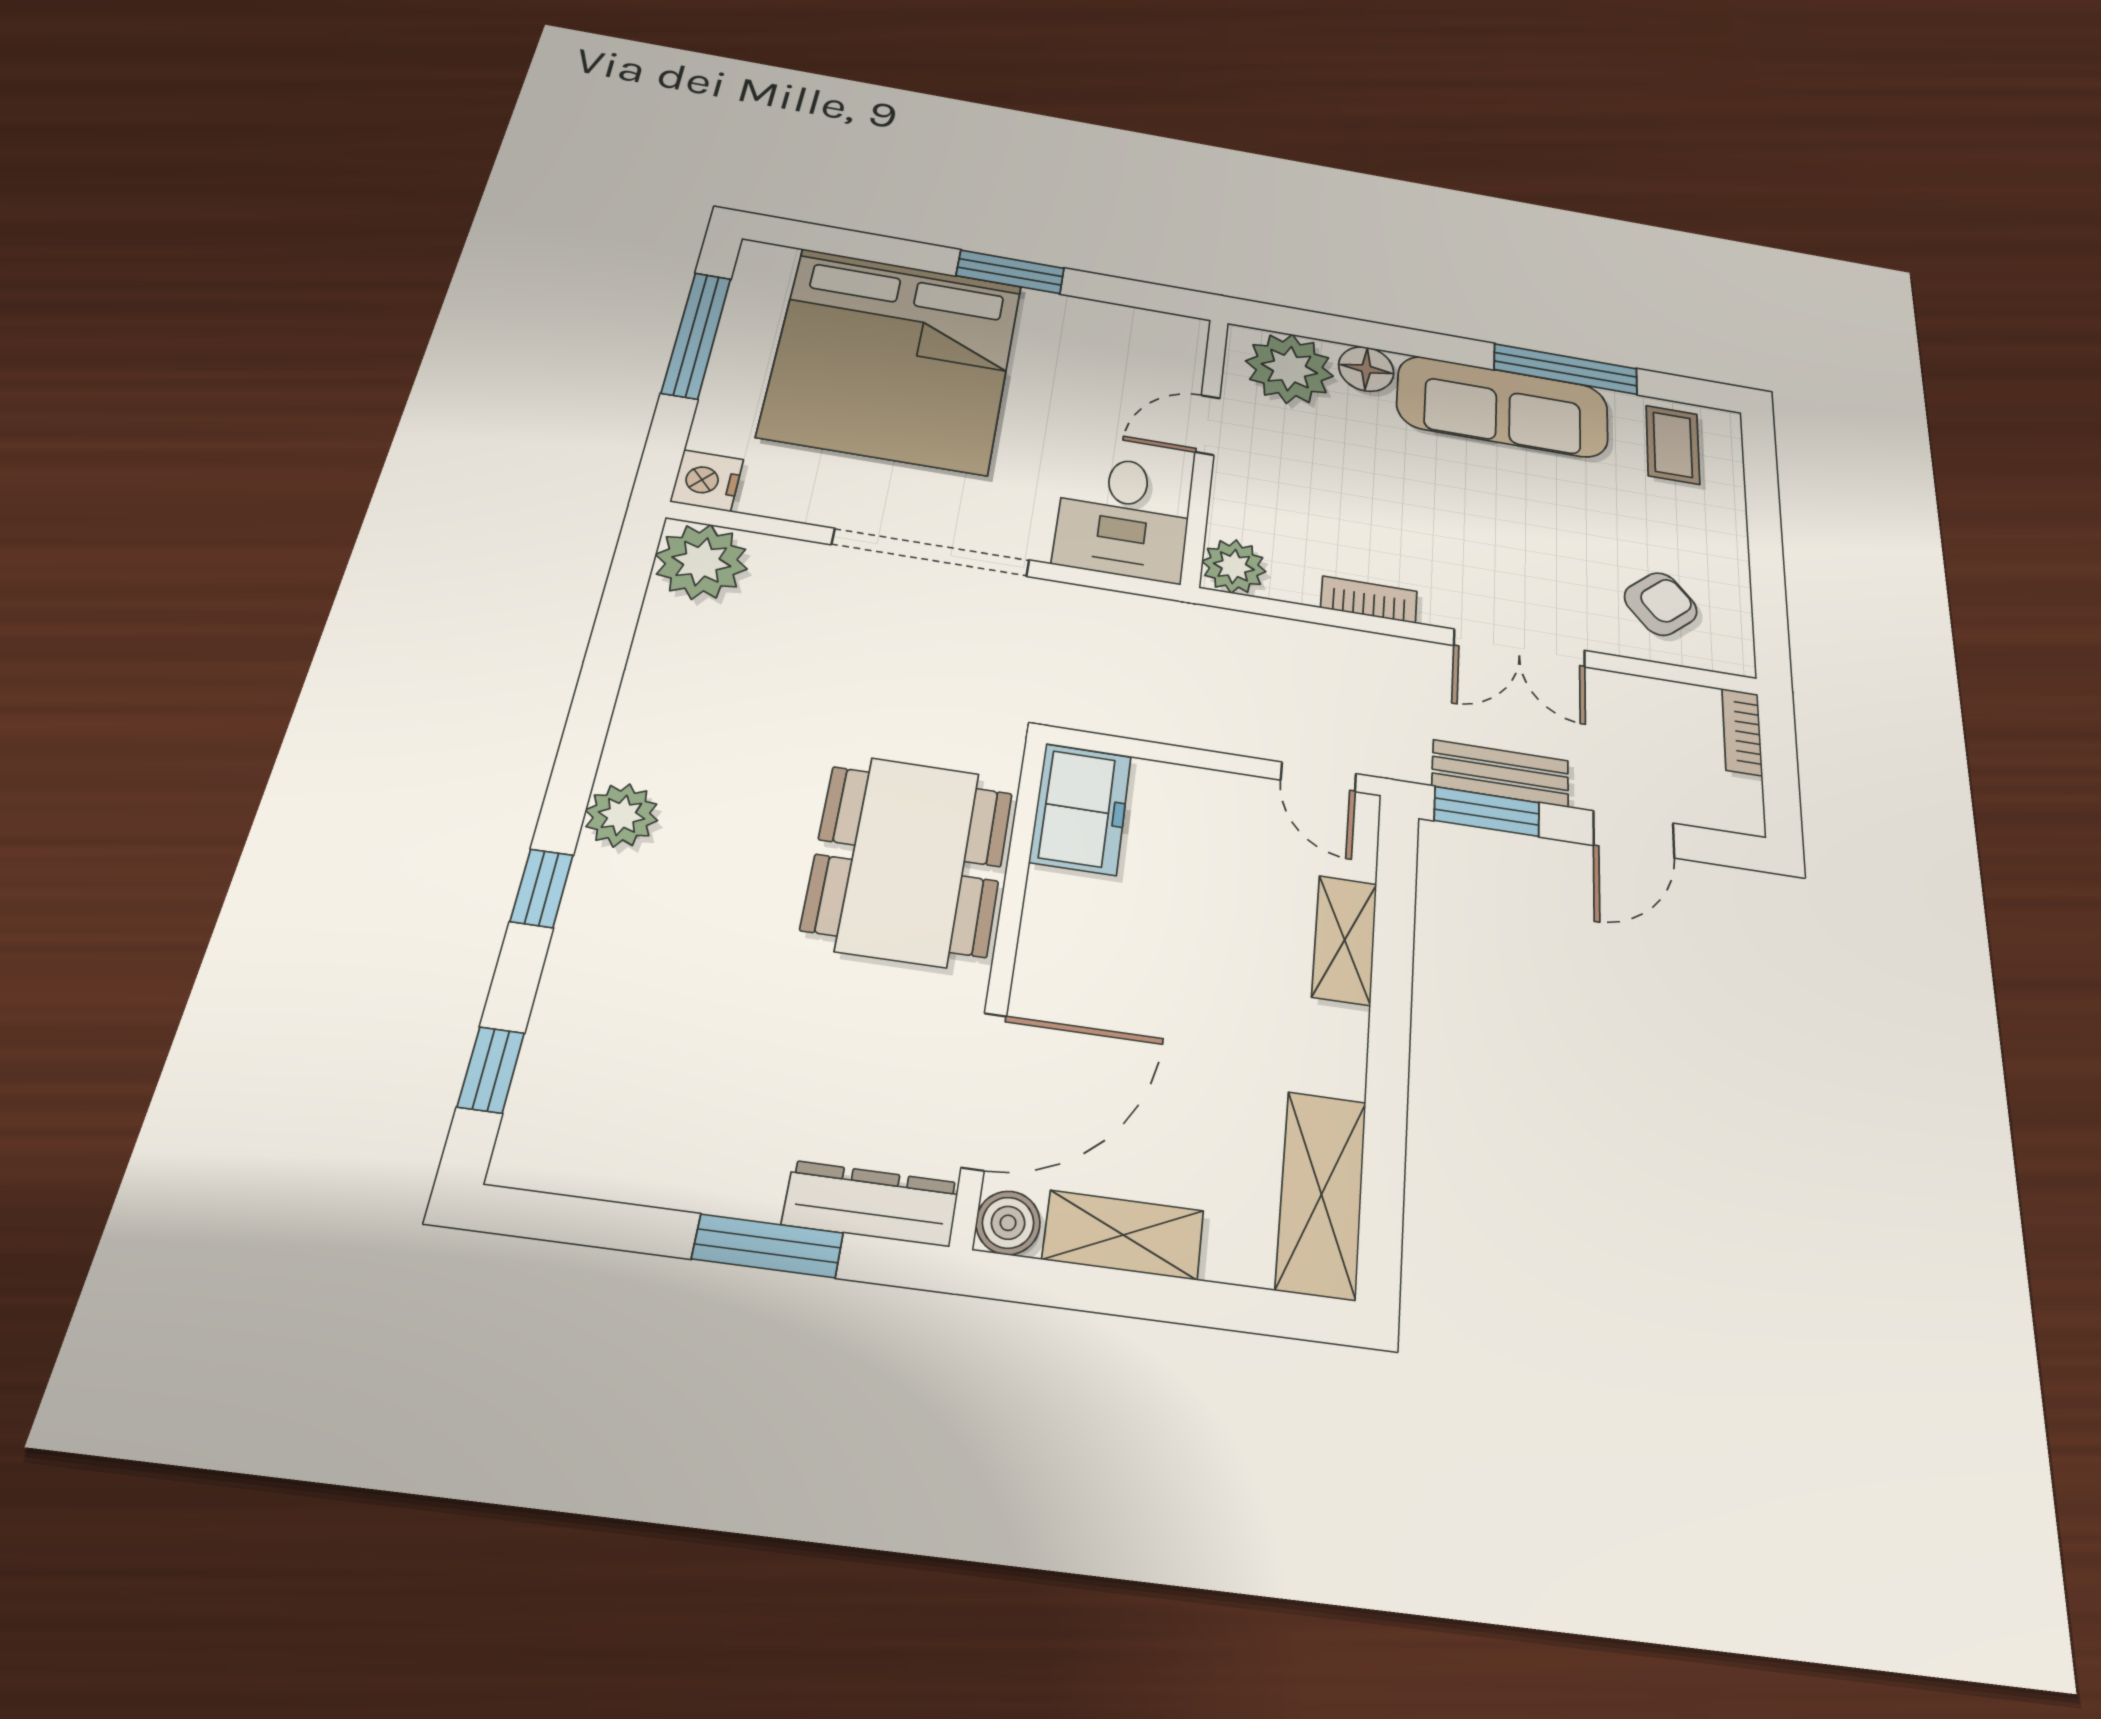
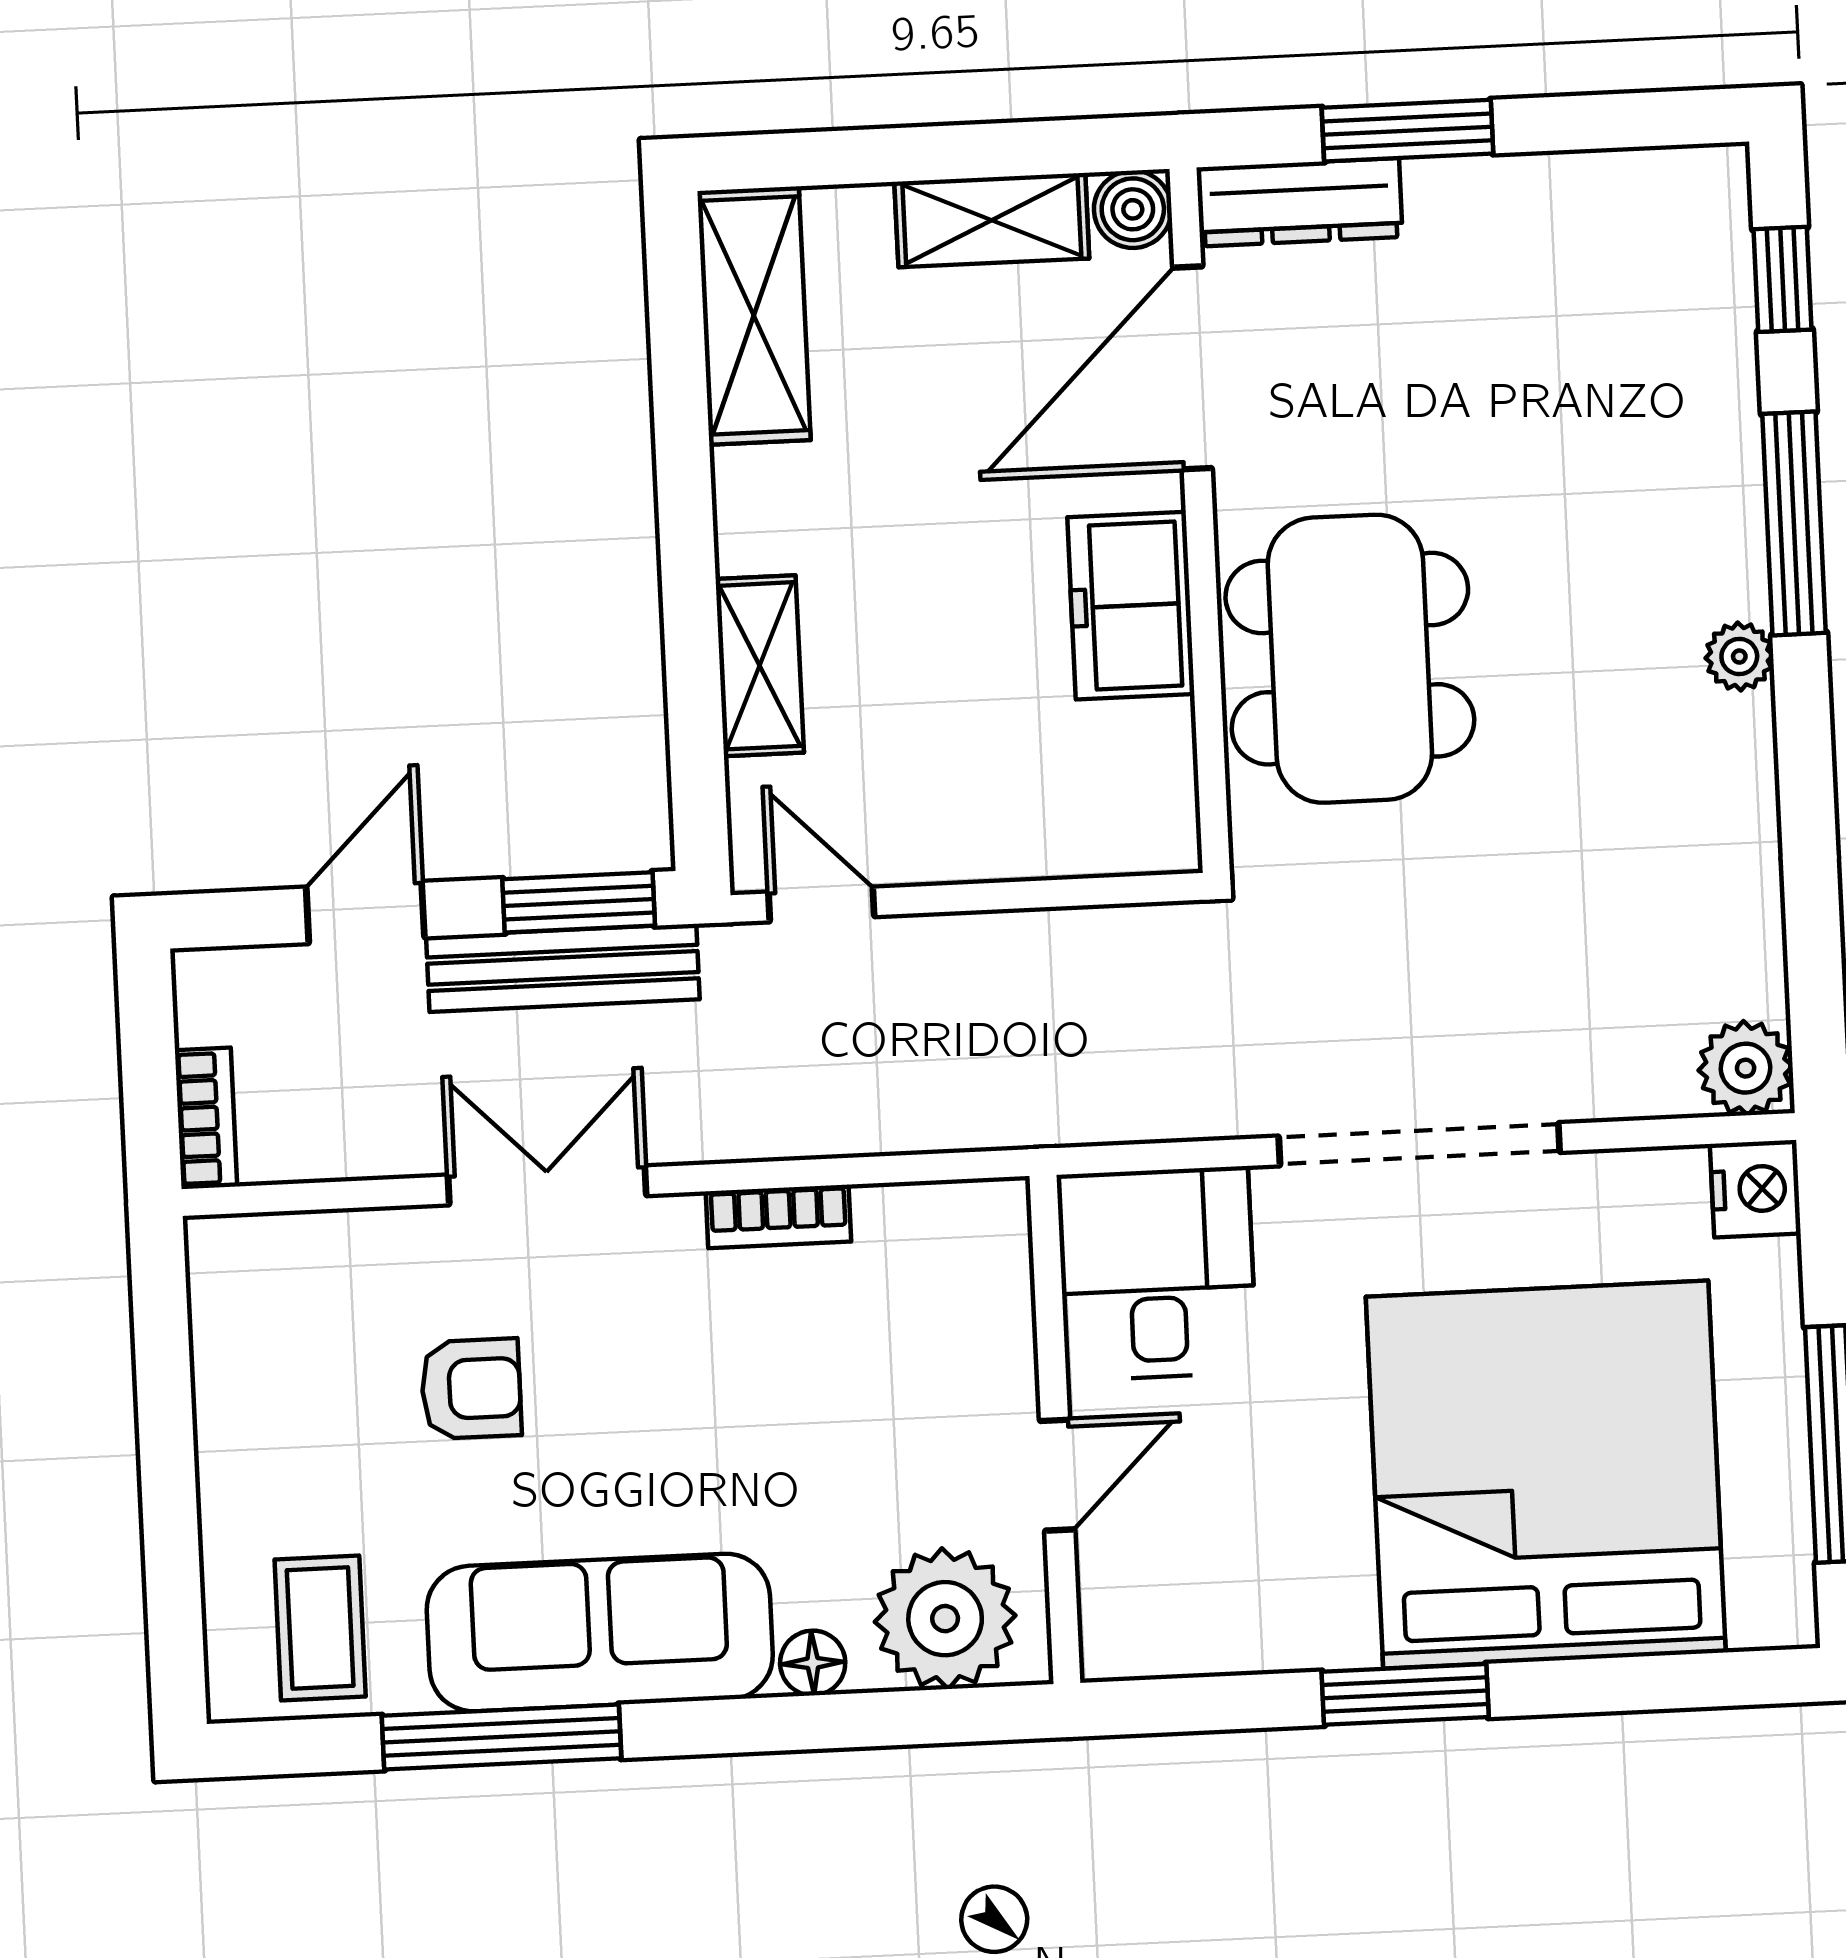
floor lamp: (1366, 369) -> (813, 1663), width x0.73, depth x0.73
plant: (701, 562) -> (1746, 1068), width x0.73, depth x0.73
plant: (1234, 566) -> (984, 1226), removed
armchair: (1661, 604) -> (471, 1389), moved, turned -139
bench: (1500, 773) -> (563, 968), width x1.36
freezer: (1081, 809) -> (1131, 606), moved
plant: (622, 815) -> (1739, 656), width x0.73, depth x0.73
window: (542, 888) -> (1794, 523), width x2.17

